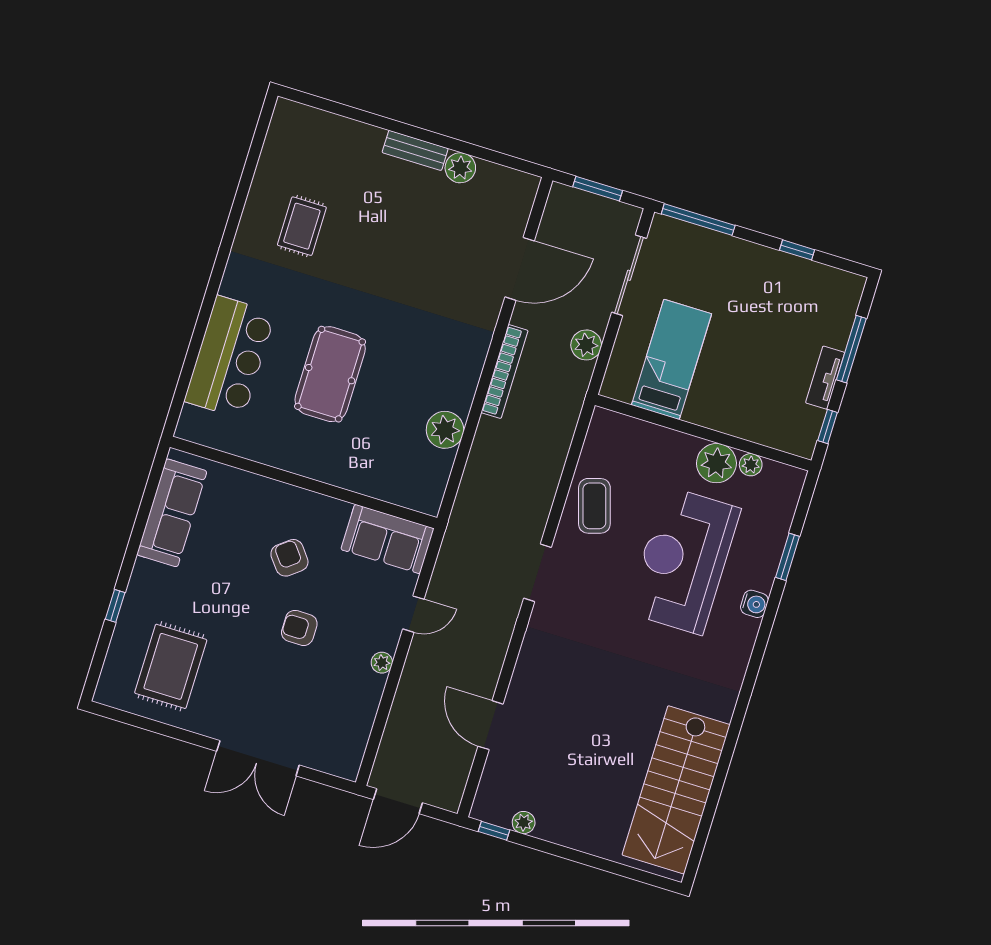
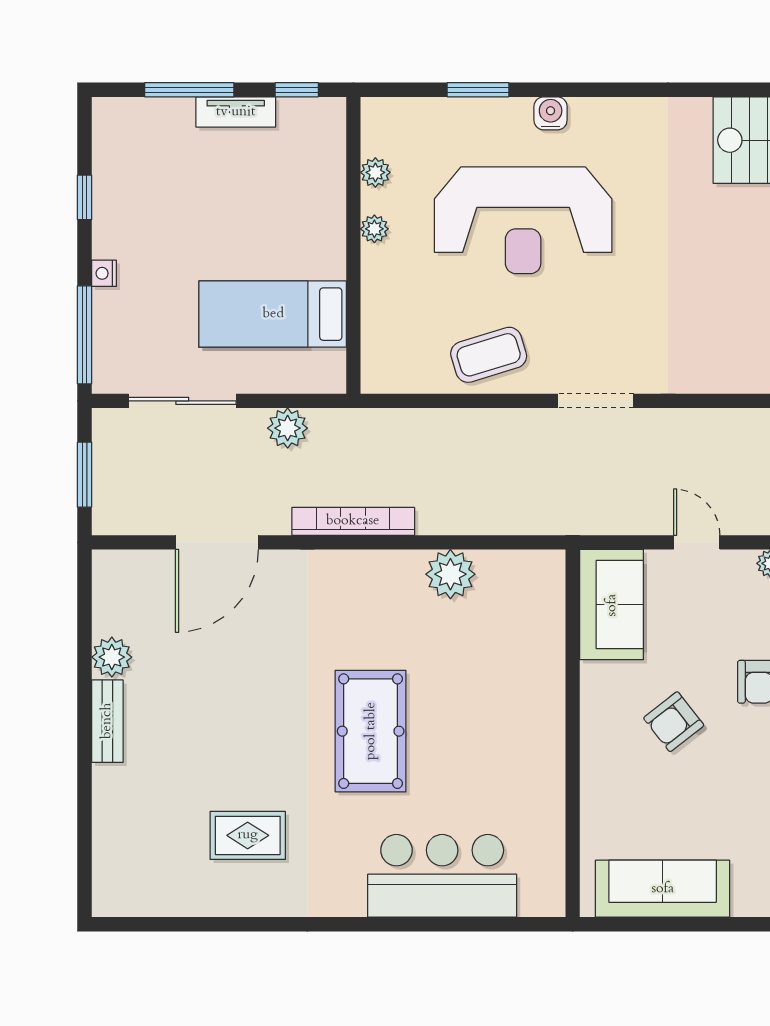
nightstand: (738, 247) -> (104, 273), added
door: (520, 269) -> (217, 542), swing flipped
pool table: (330, 374) -> (371, 731), moved, turned 90
plant: (716, 463) -> (374, 229), width x0.53, depth x0.53

